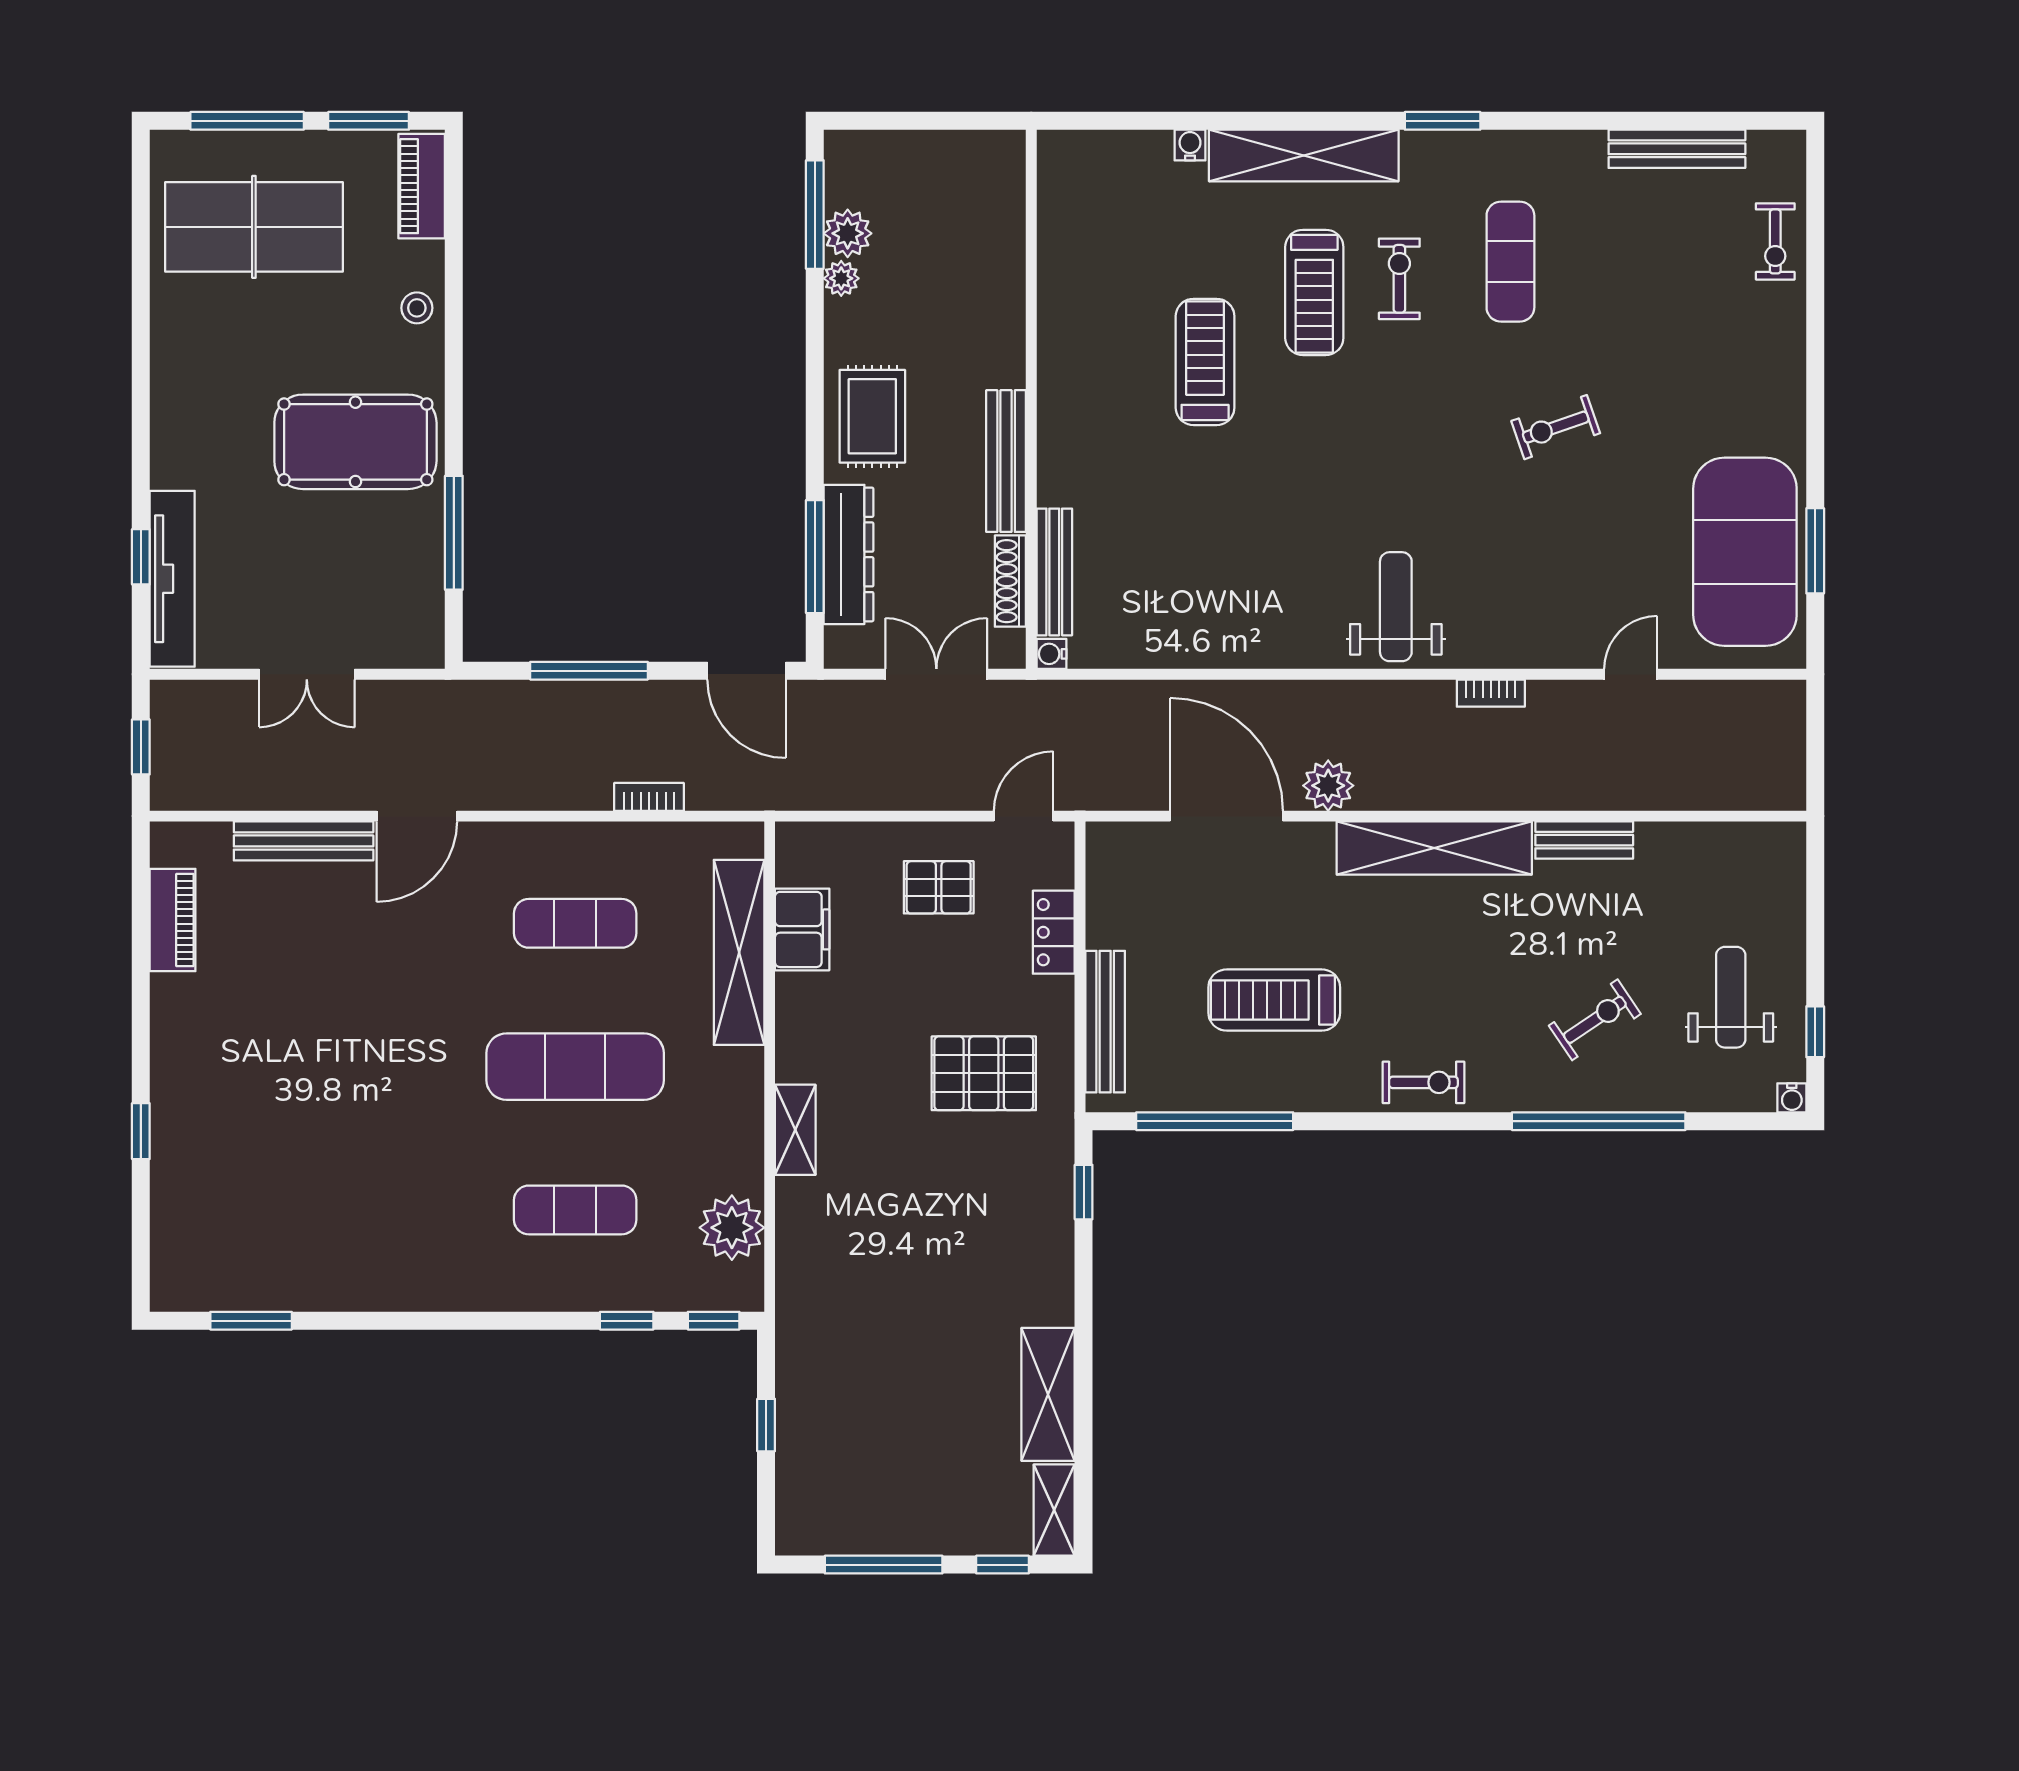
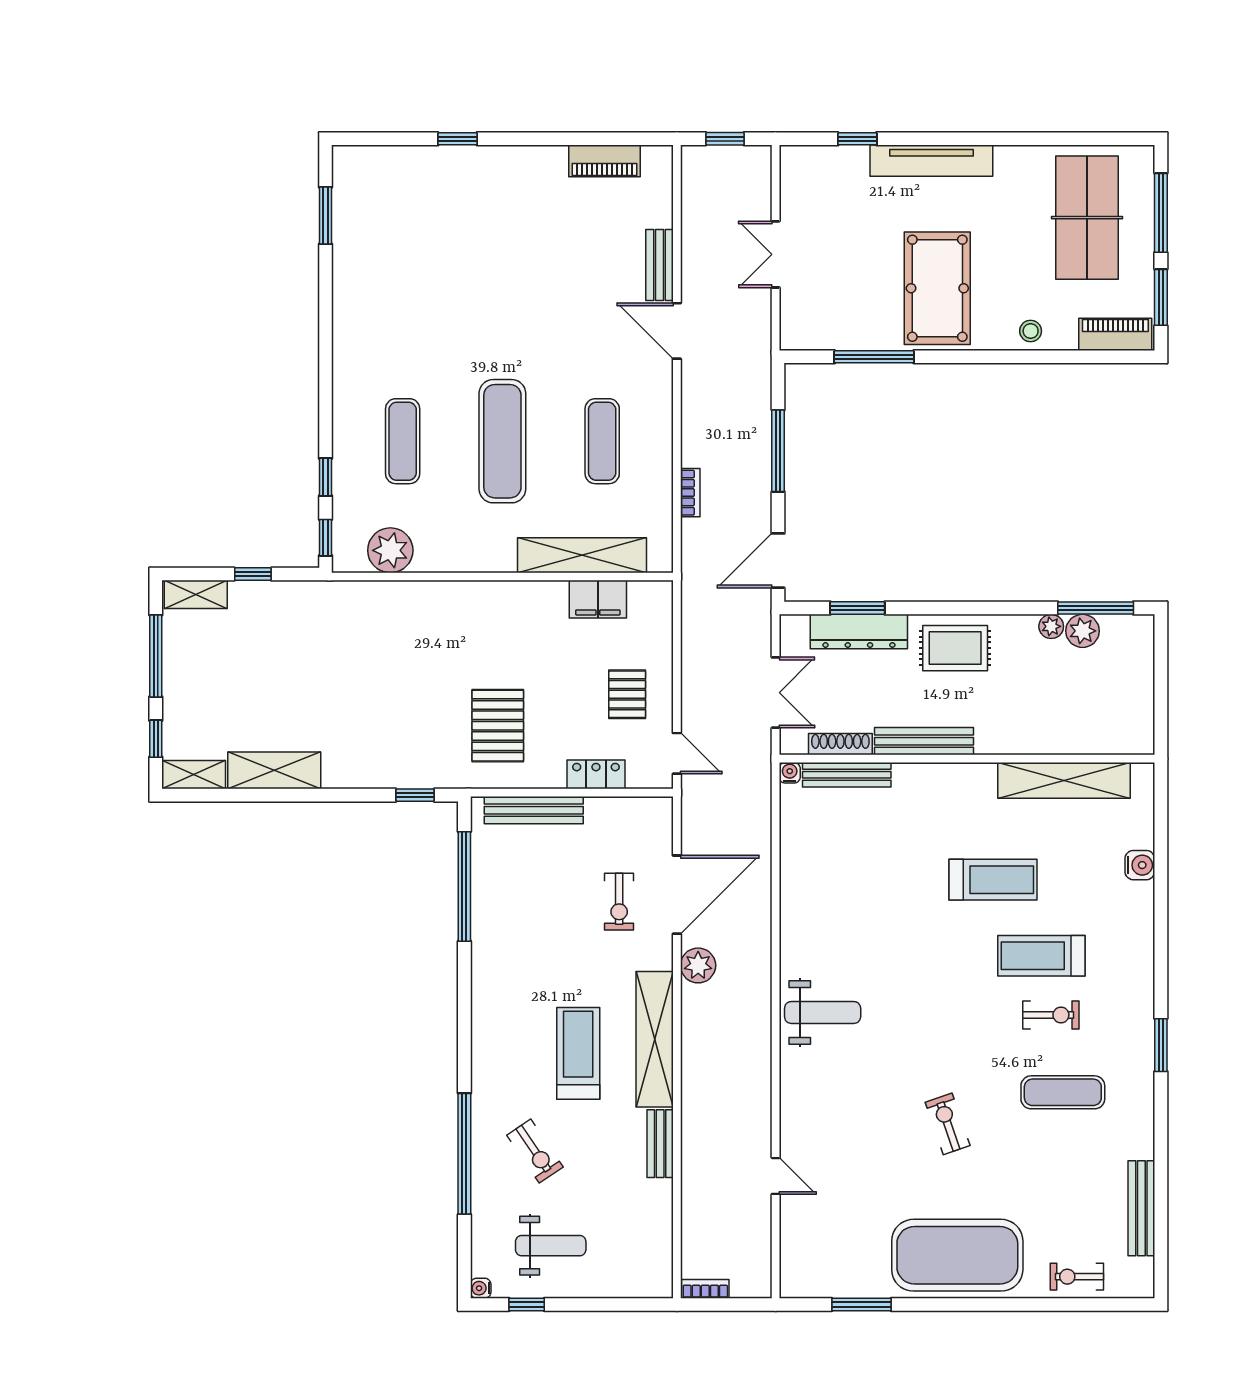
water cooler: (1190, 145) -> (1140, 865), width x1.38, depth x1.38
shelving: (1304, 155) -> (1064, 780), moved, turned 90
exercise mat: (1745, 552) -> (957, 1255), moved
window: (815, 557) -> (857, 608), width x0.69
tv unit: (172, 579) -> (931, 161), moved
bookcase: (1491, 693) -> (705, 1289), moved, turned 90
bench: (304, 841) -> (660, 265), width x0.73
treadmill: (1274, 1000) -> (578, 1053), moved
exercise bike: (1423, 1082) -> (619, 902), moved
shelving: (795, 1130) -> (196, 594), moved

